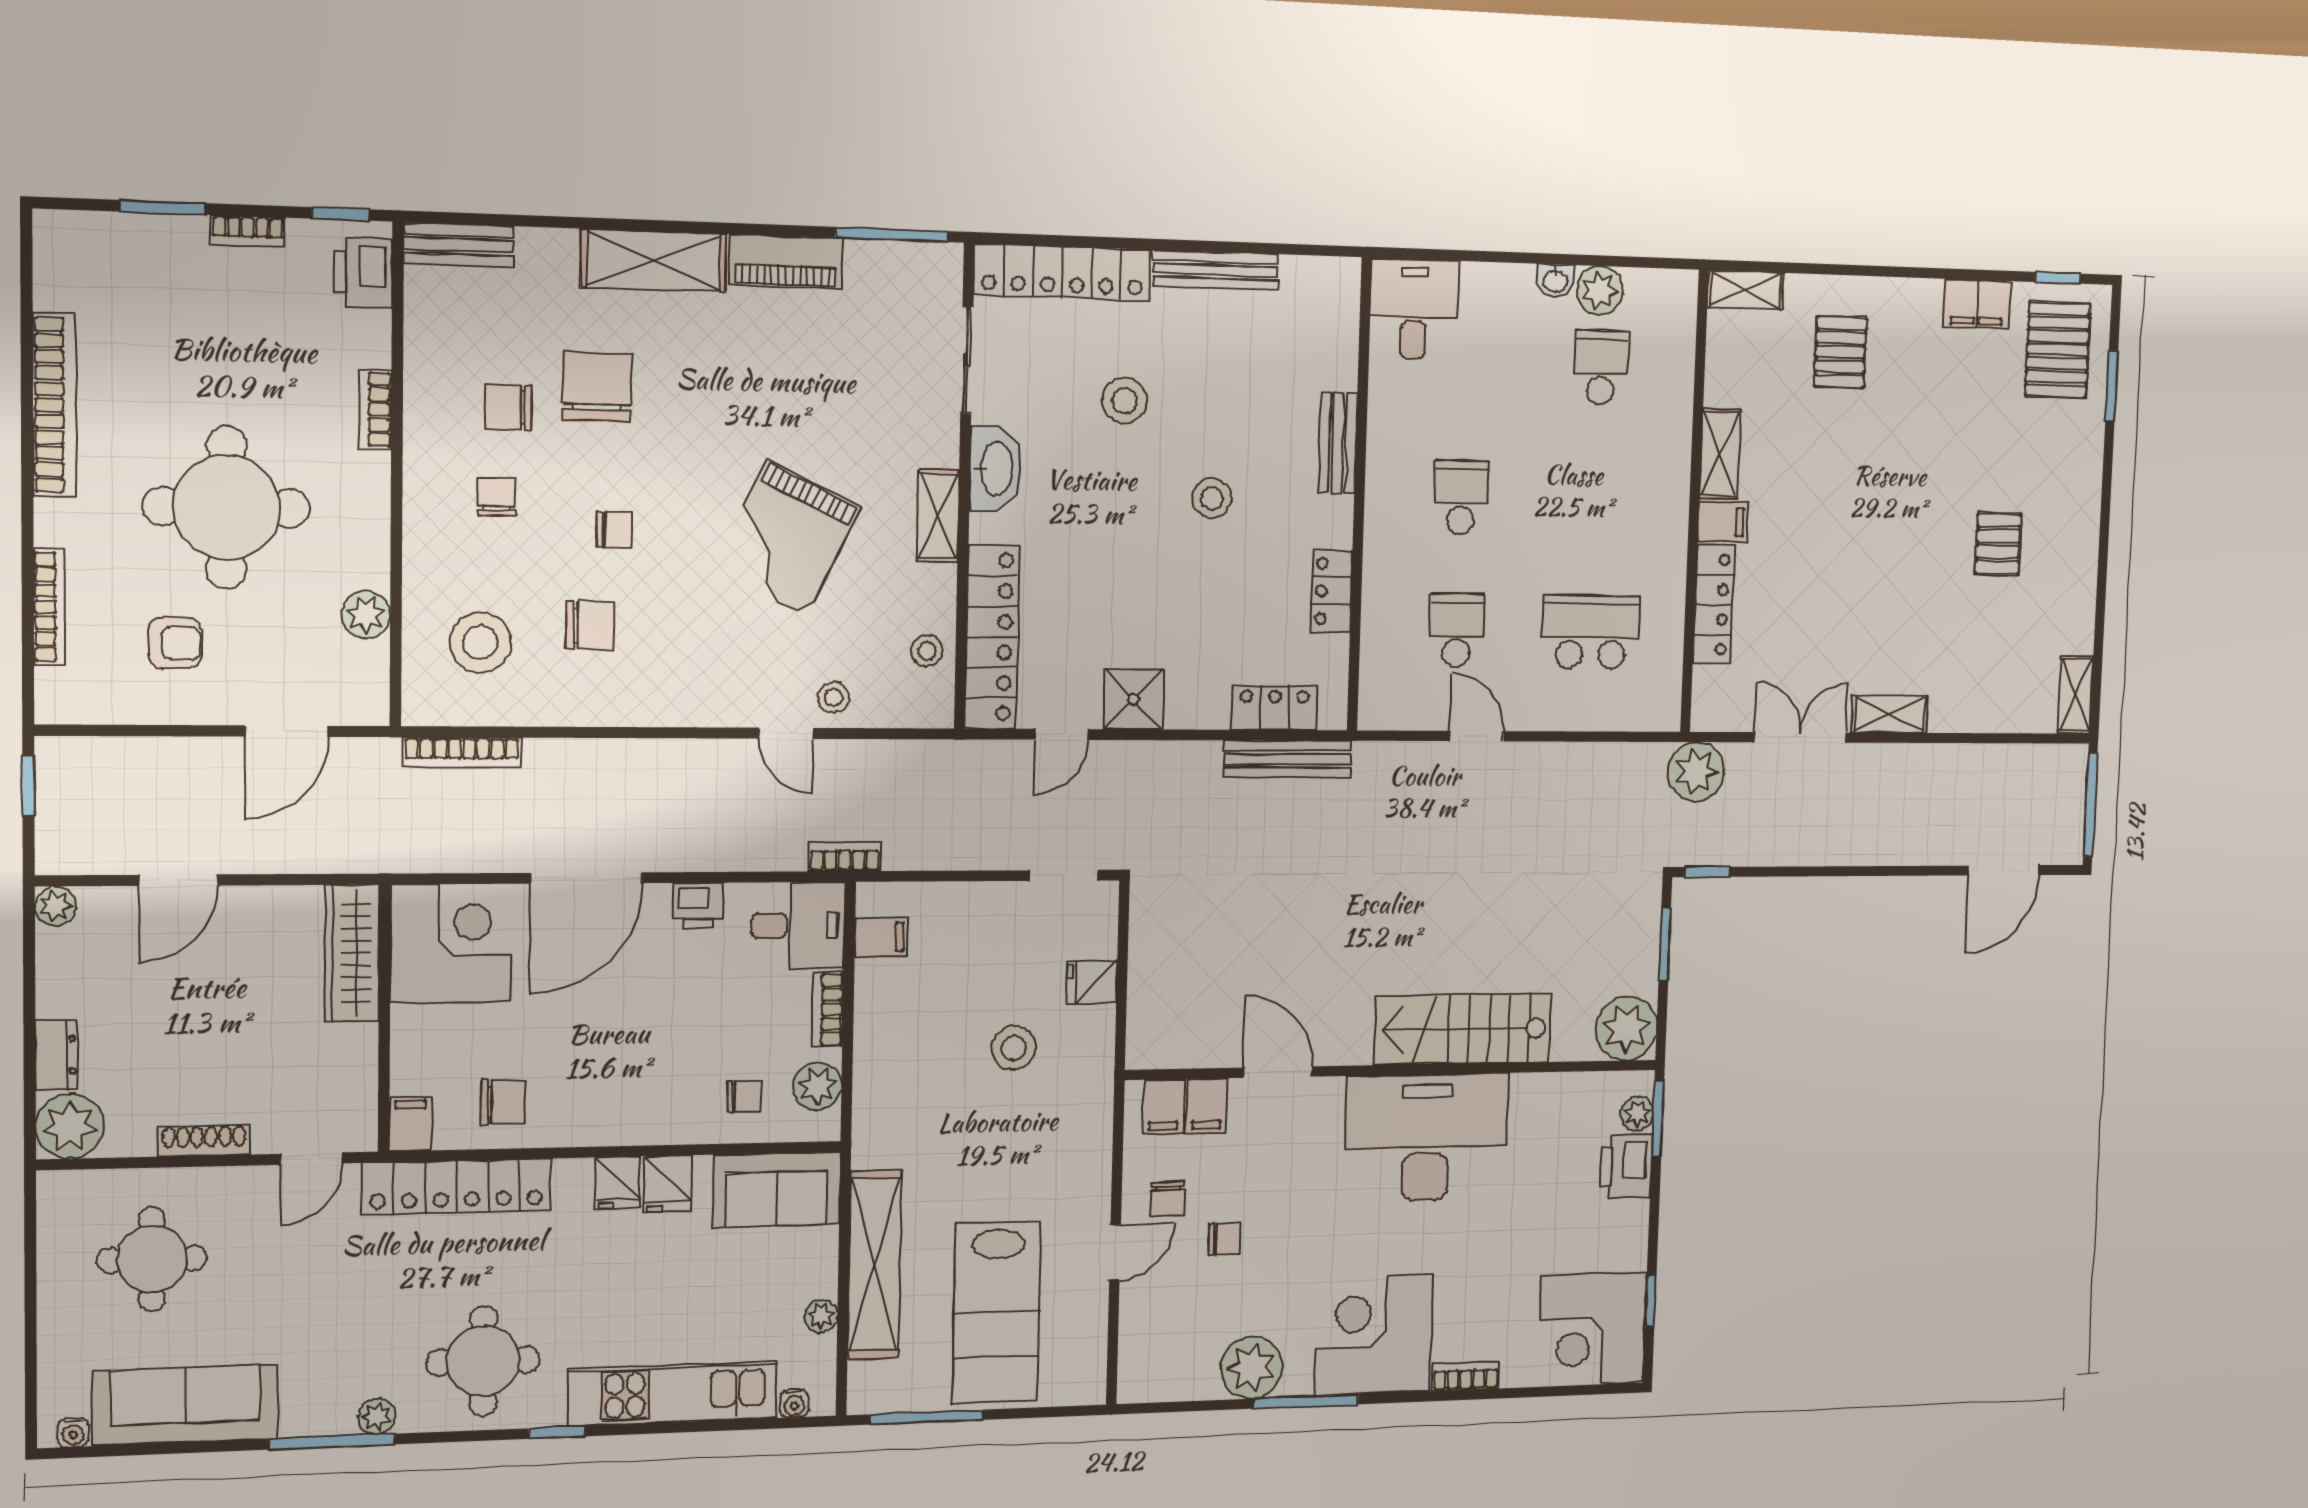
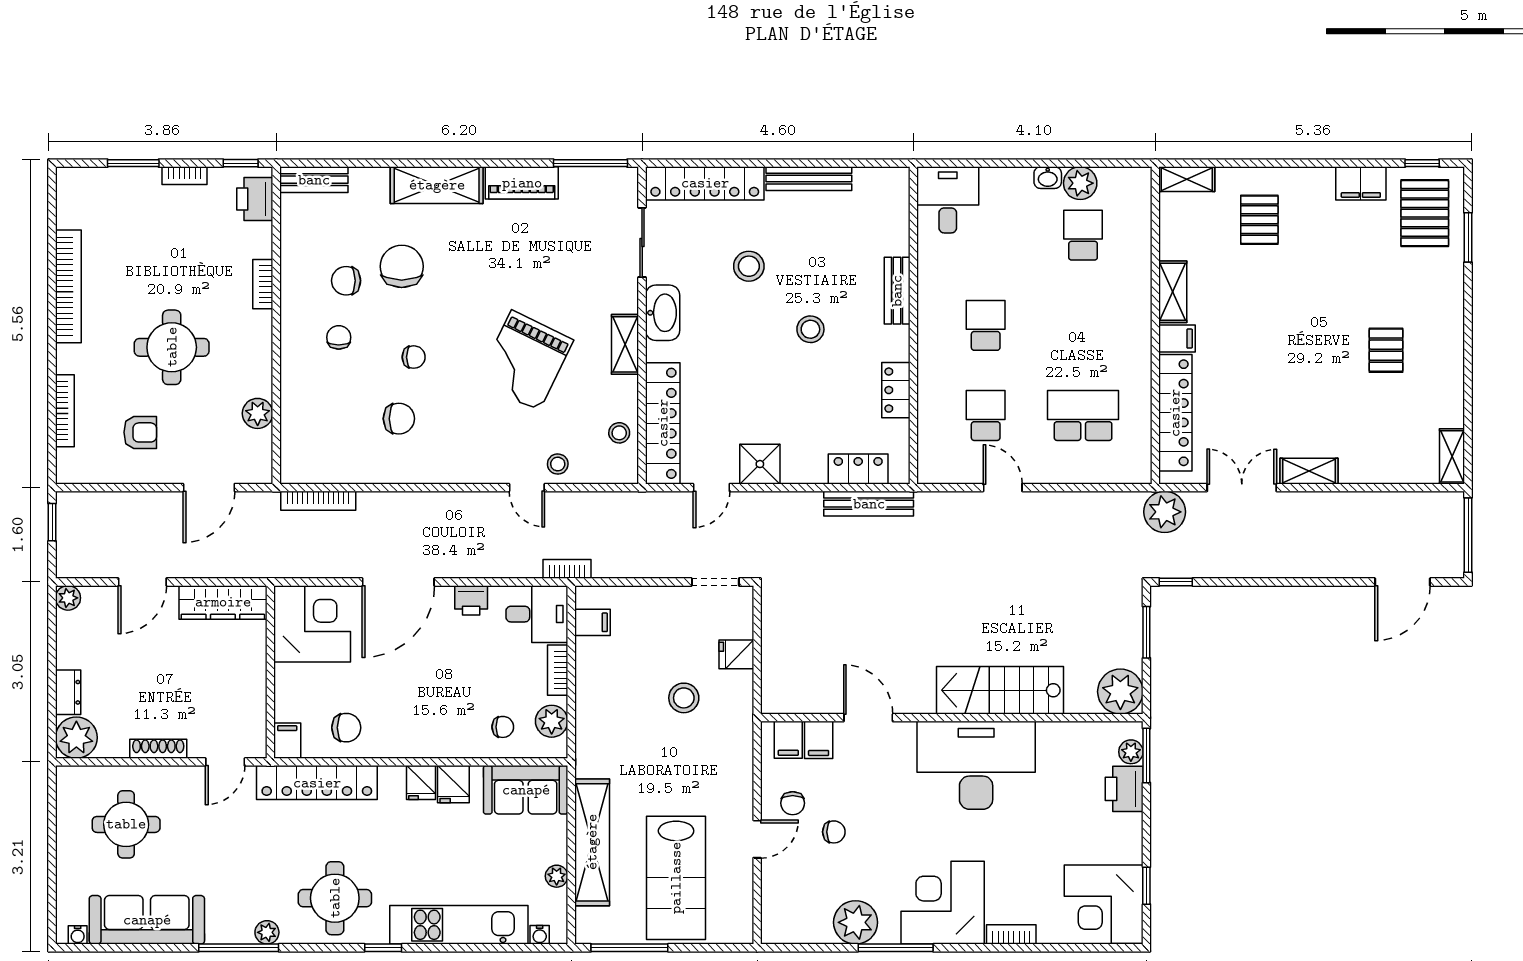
round table: (226, 507) -> (172, 347), width x0.73, depth x0.73
locker: (1713, 605) -> (1175, 413), width x1.41, depth x1.21
stool: (480, 642) -> (329, 430), removed
wardrobe: (352, 953) -> (223, 602), moved, turned -90

